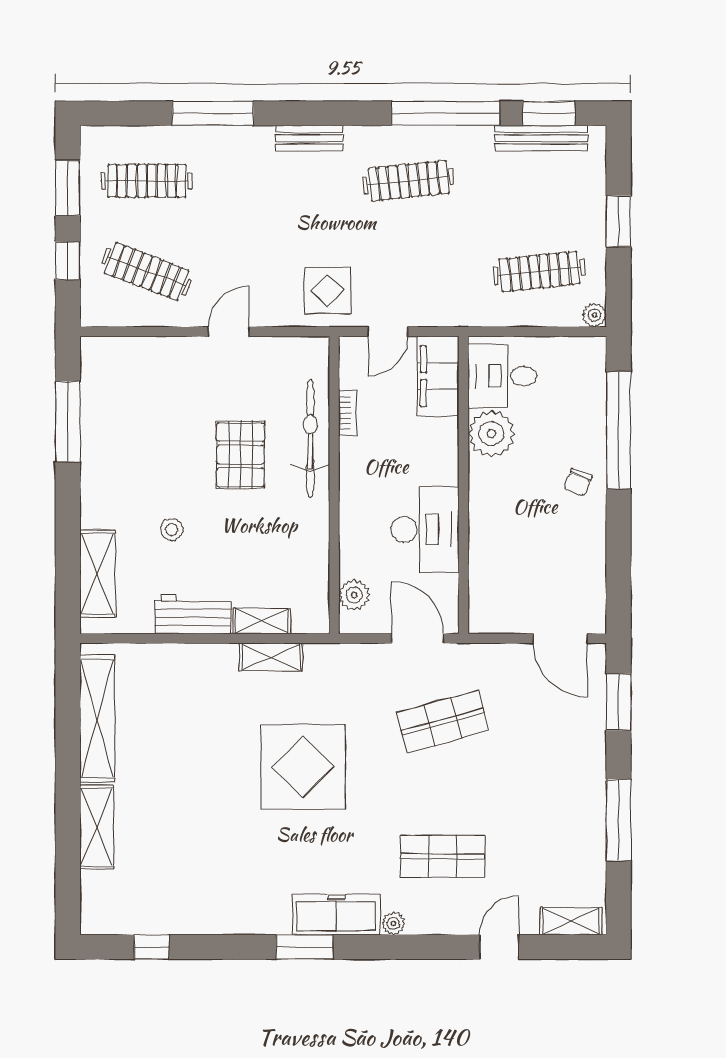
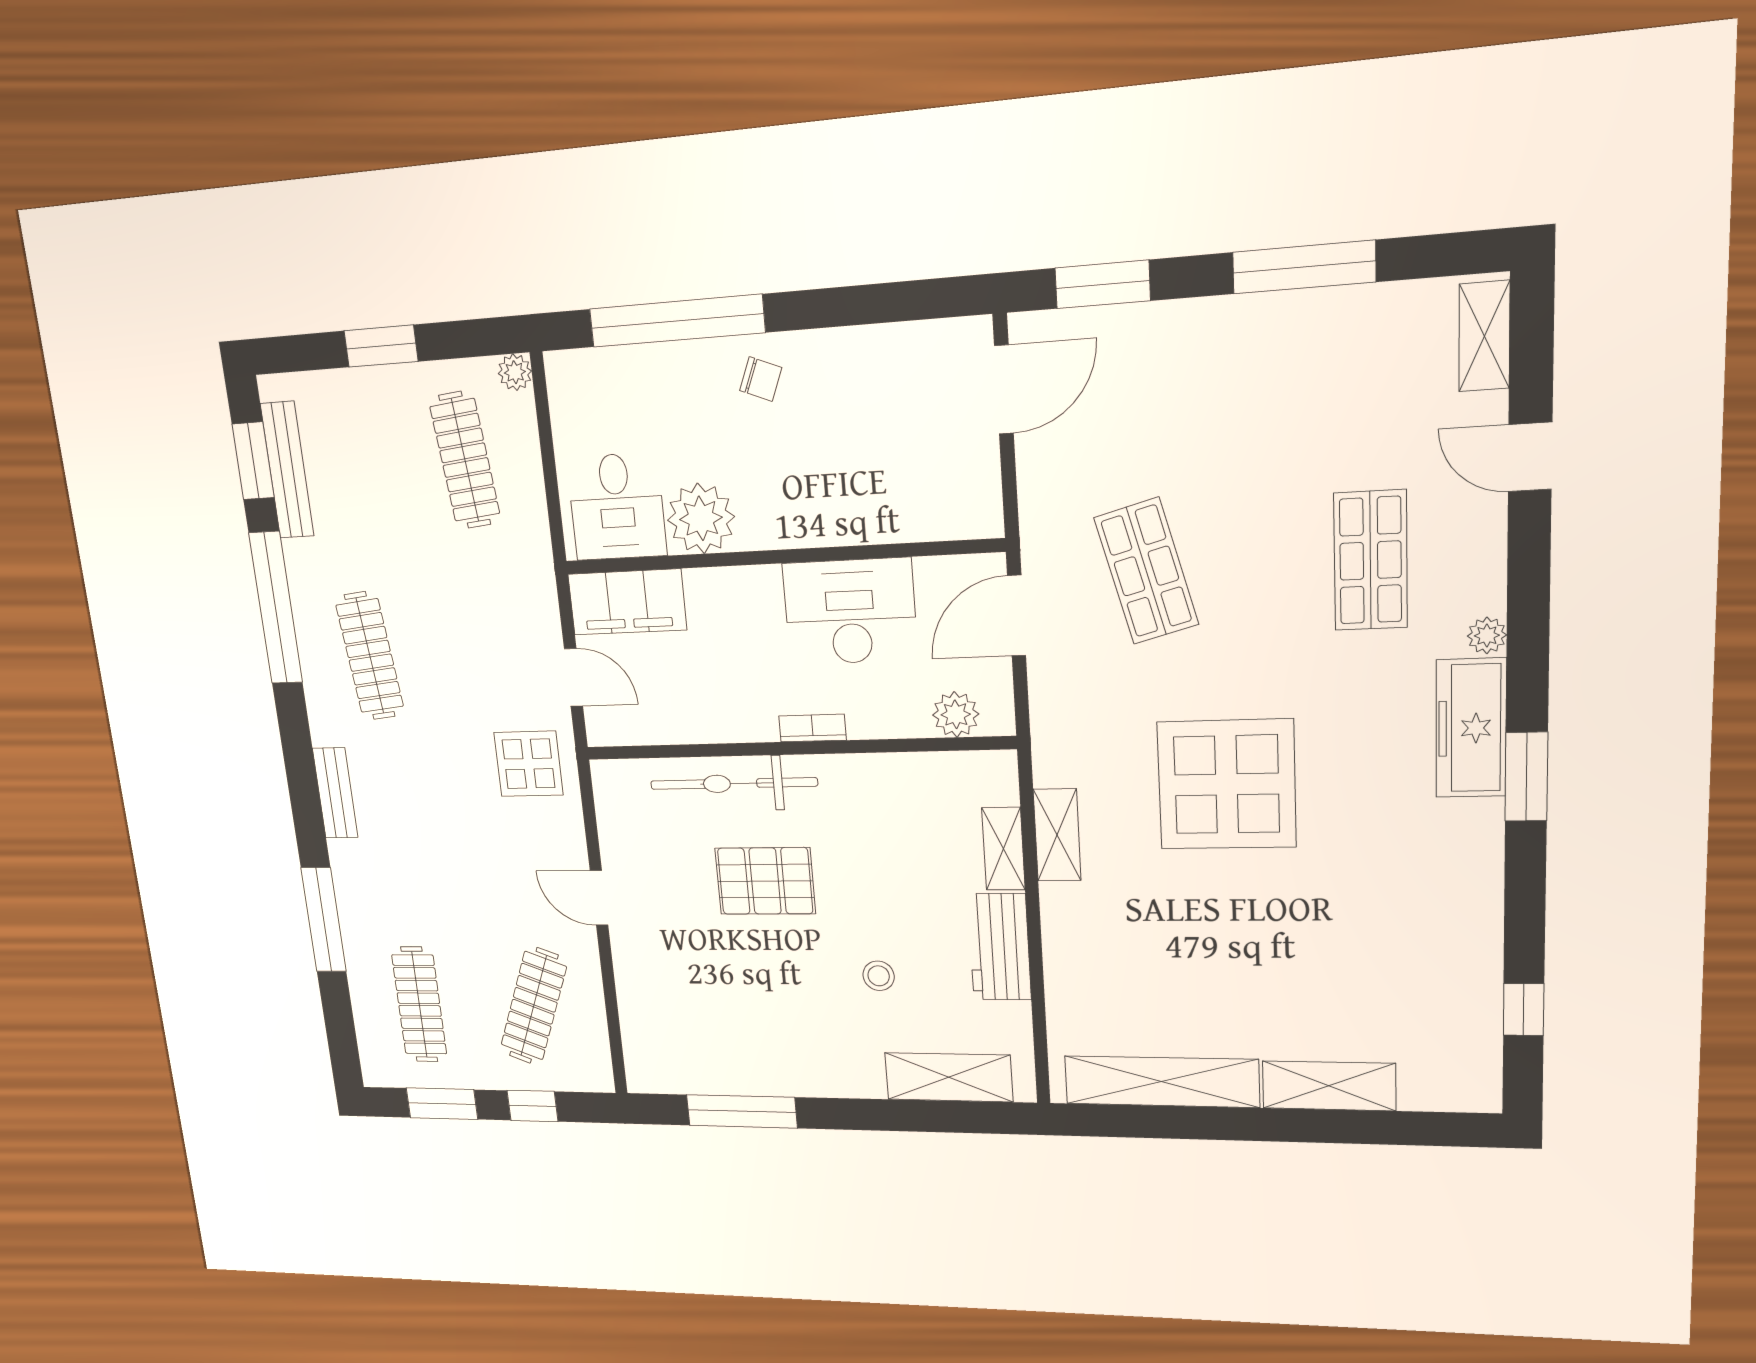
bookcase: (348, 413) -> (812, 728), moved

